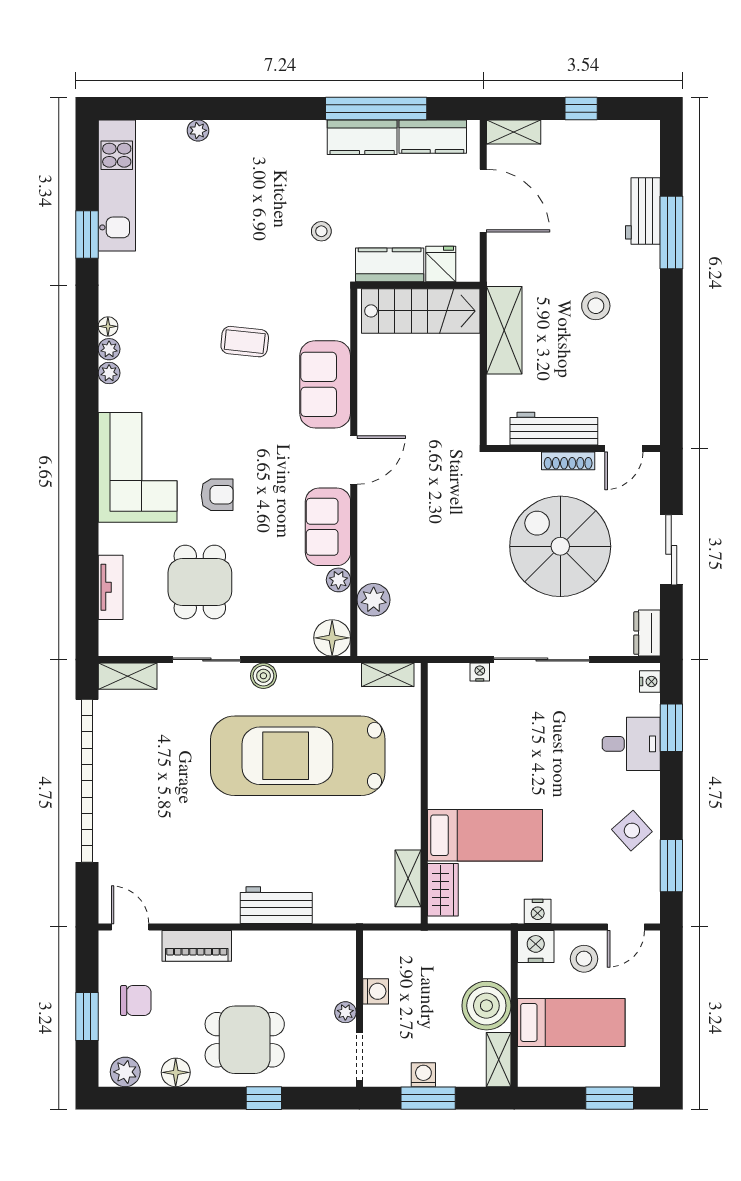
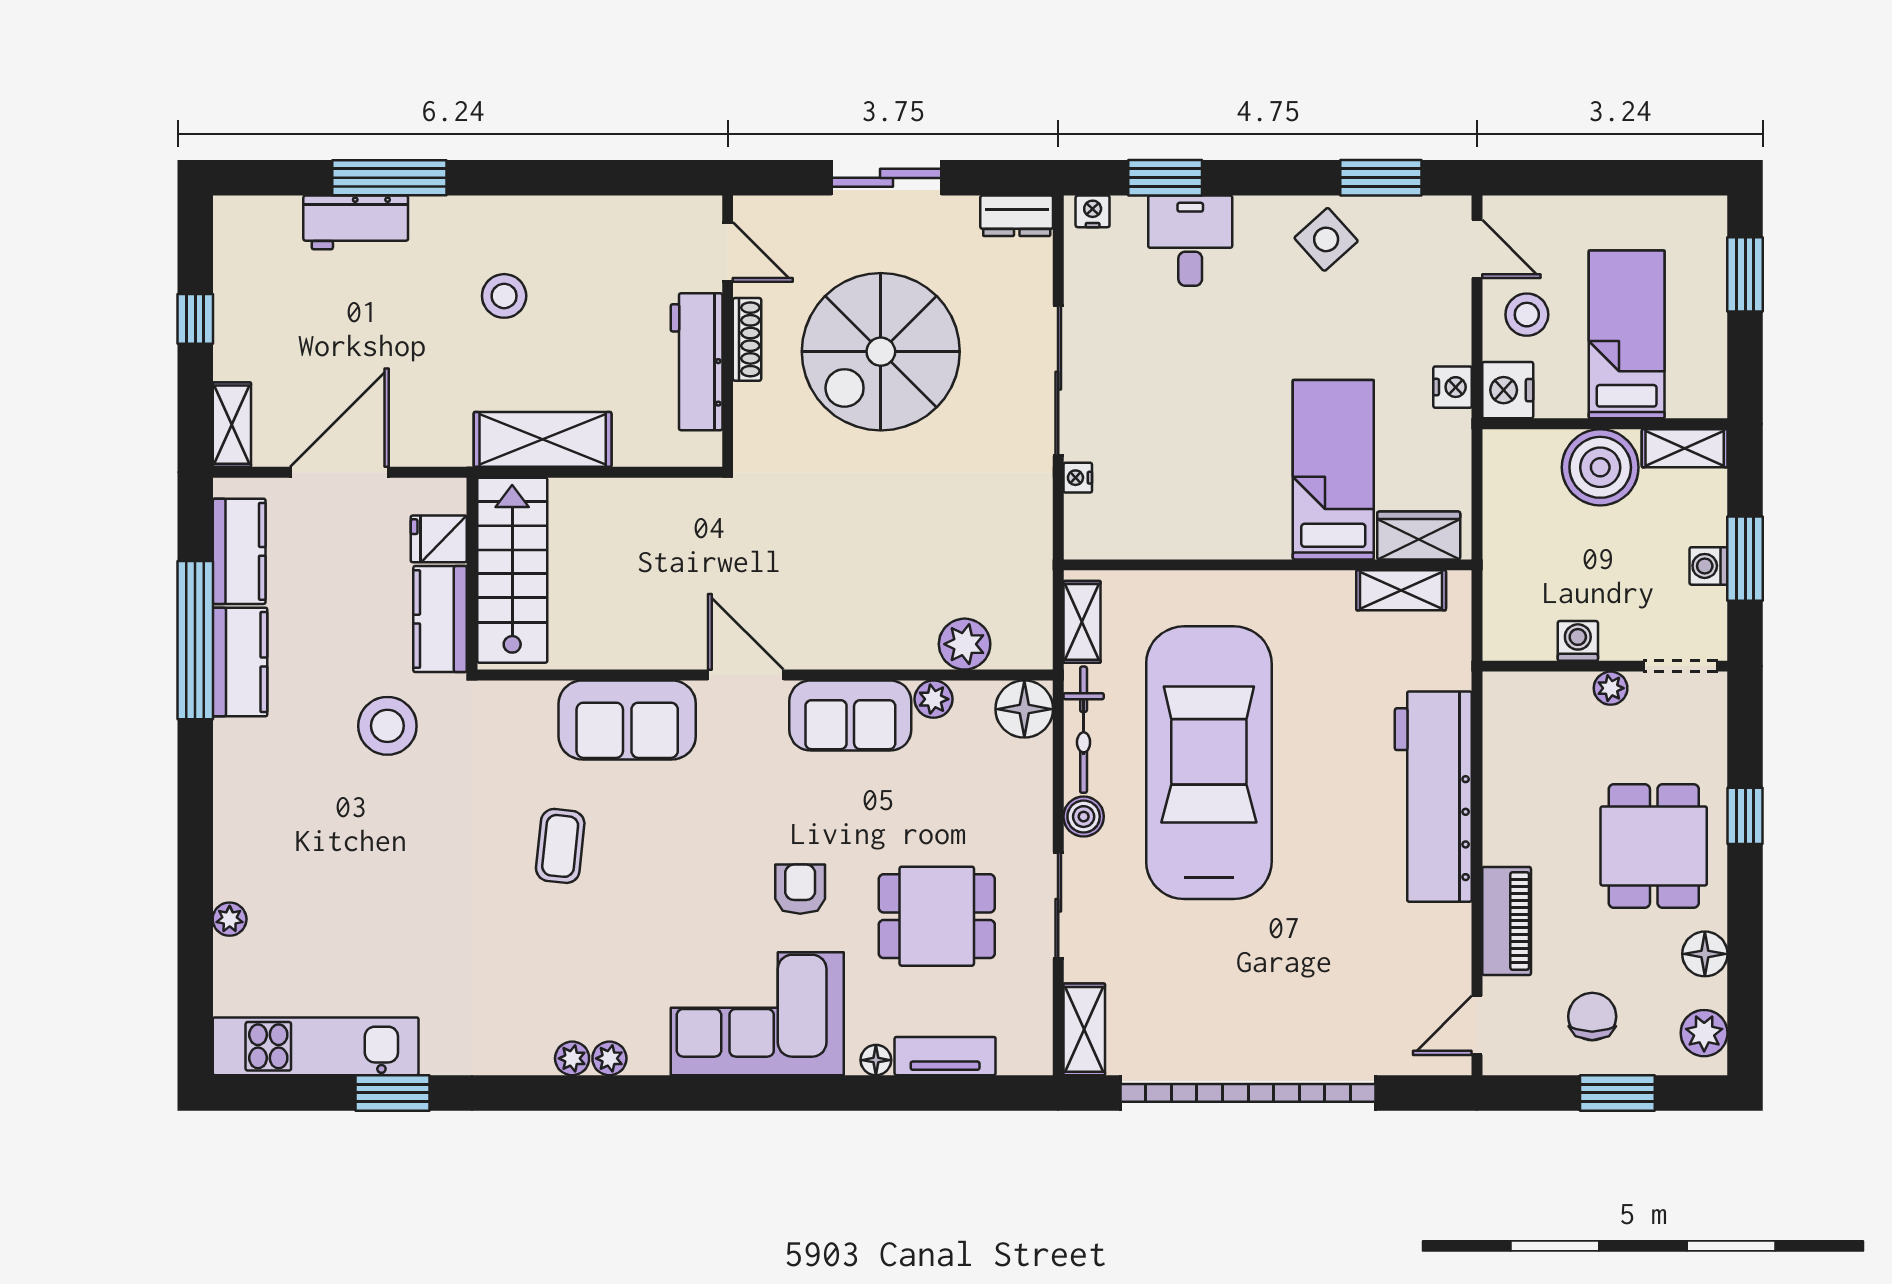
stool: (321, 231) -> (387, 726), width x1.89, depth x1.89
floor lamp: (108, 326) -> (876, 1060), moved
bicycle: (319, 676) -> (1084, 730), added
car: (298, 756) -> (1209, 763), turned 180
workbench: (276, 905) -> (1433, 797), width x1.88, depth x1.32

